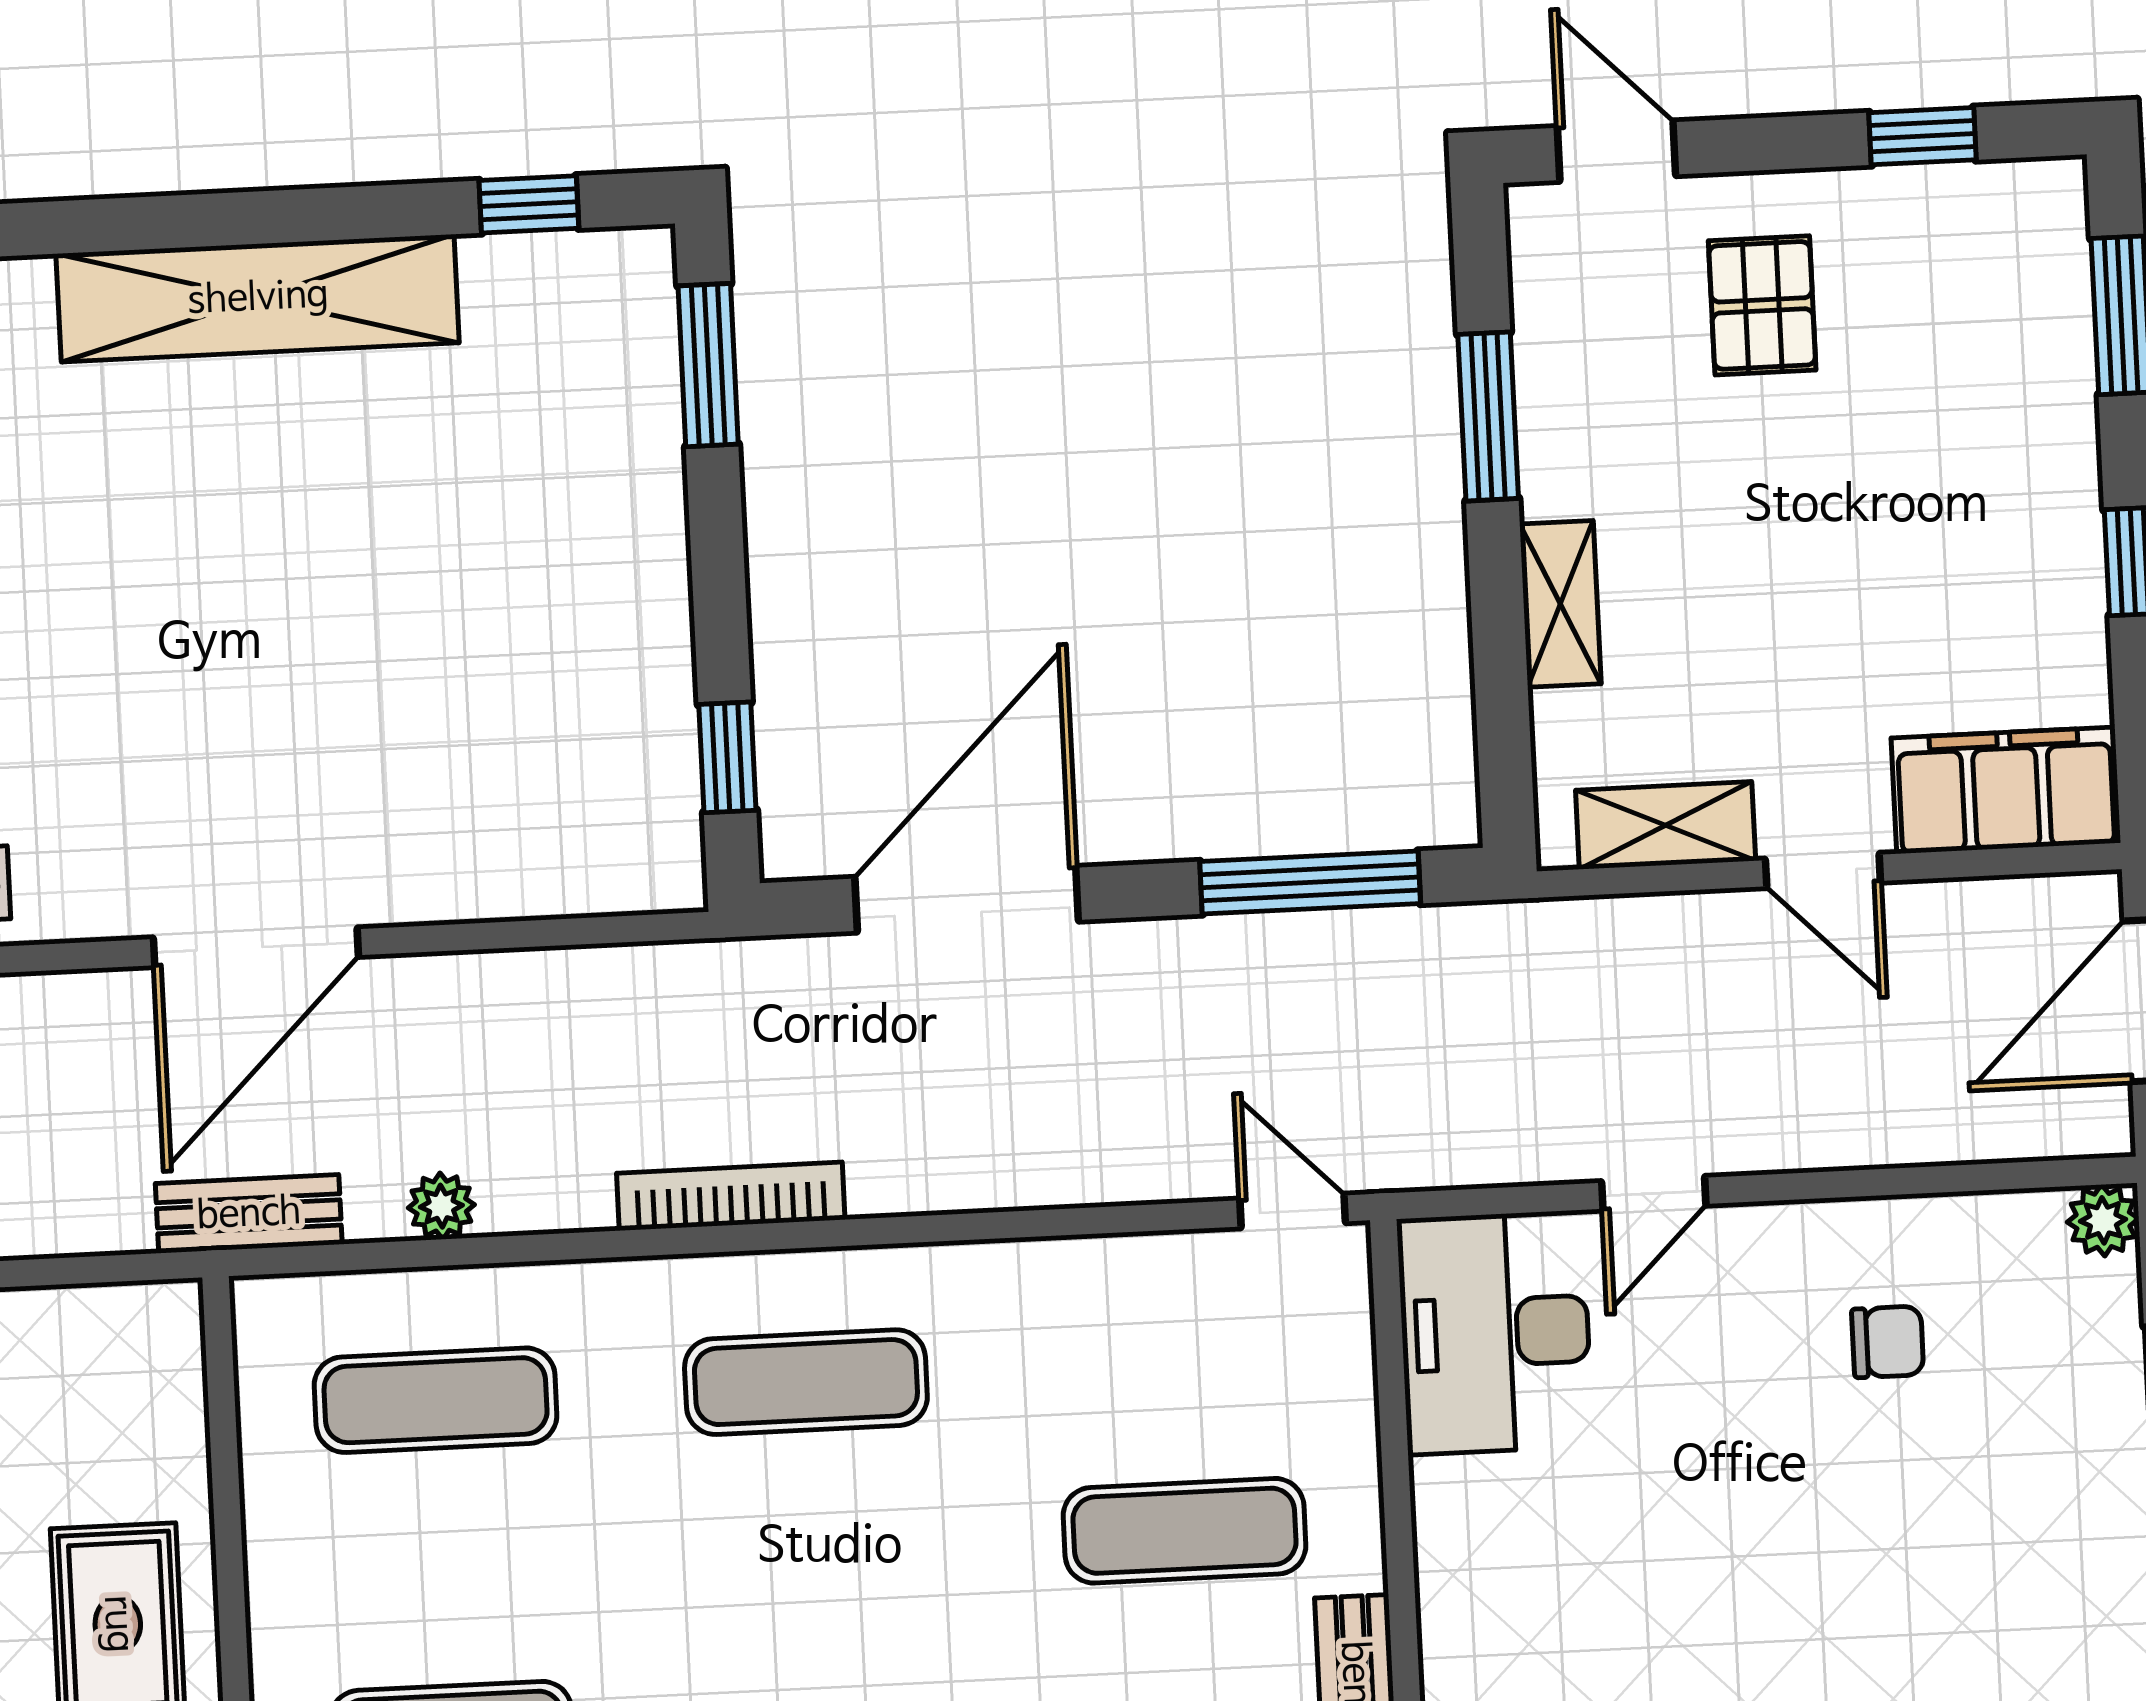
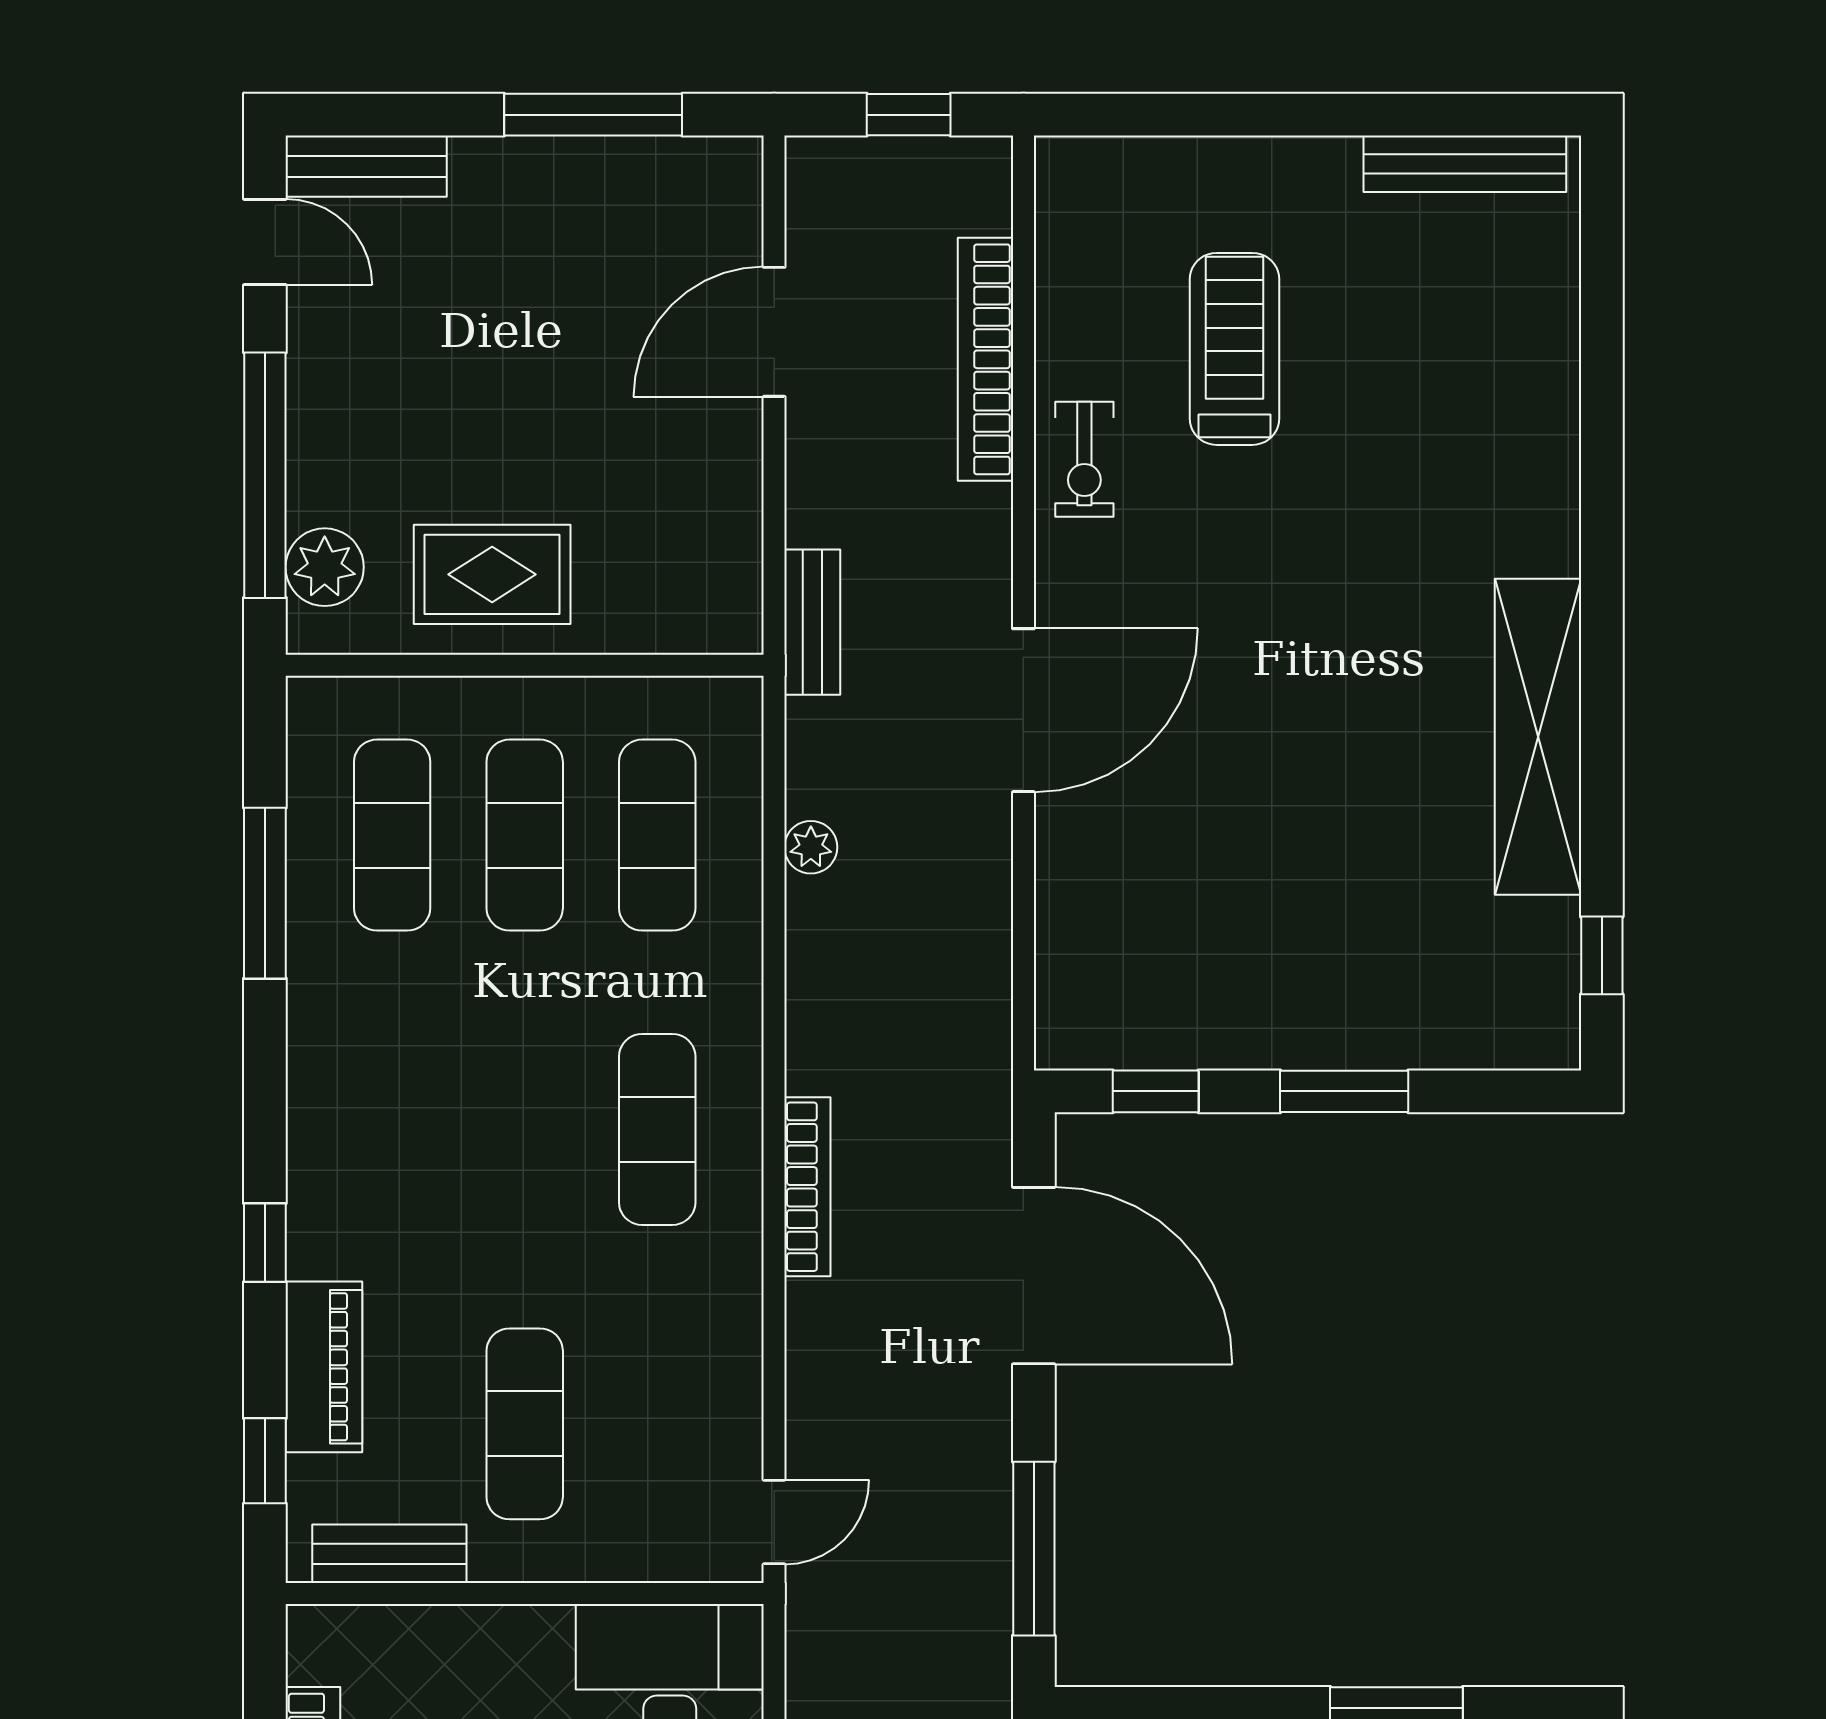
window: (708, 365) -> (1344, 1091), moved
door: (256, 947) -> (1023, 710), swing flipped
bookcase: (731, 1196) -> (807, 1187), moved
bench: (249, 1214) -> (812, 622), moved
exercise mat: (444, 1567) -> (525, 835), added

